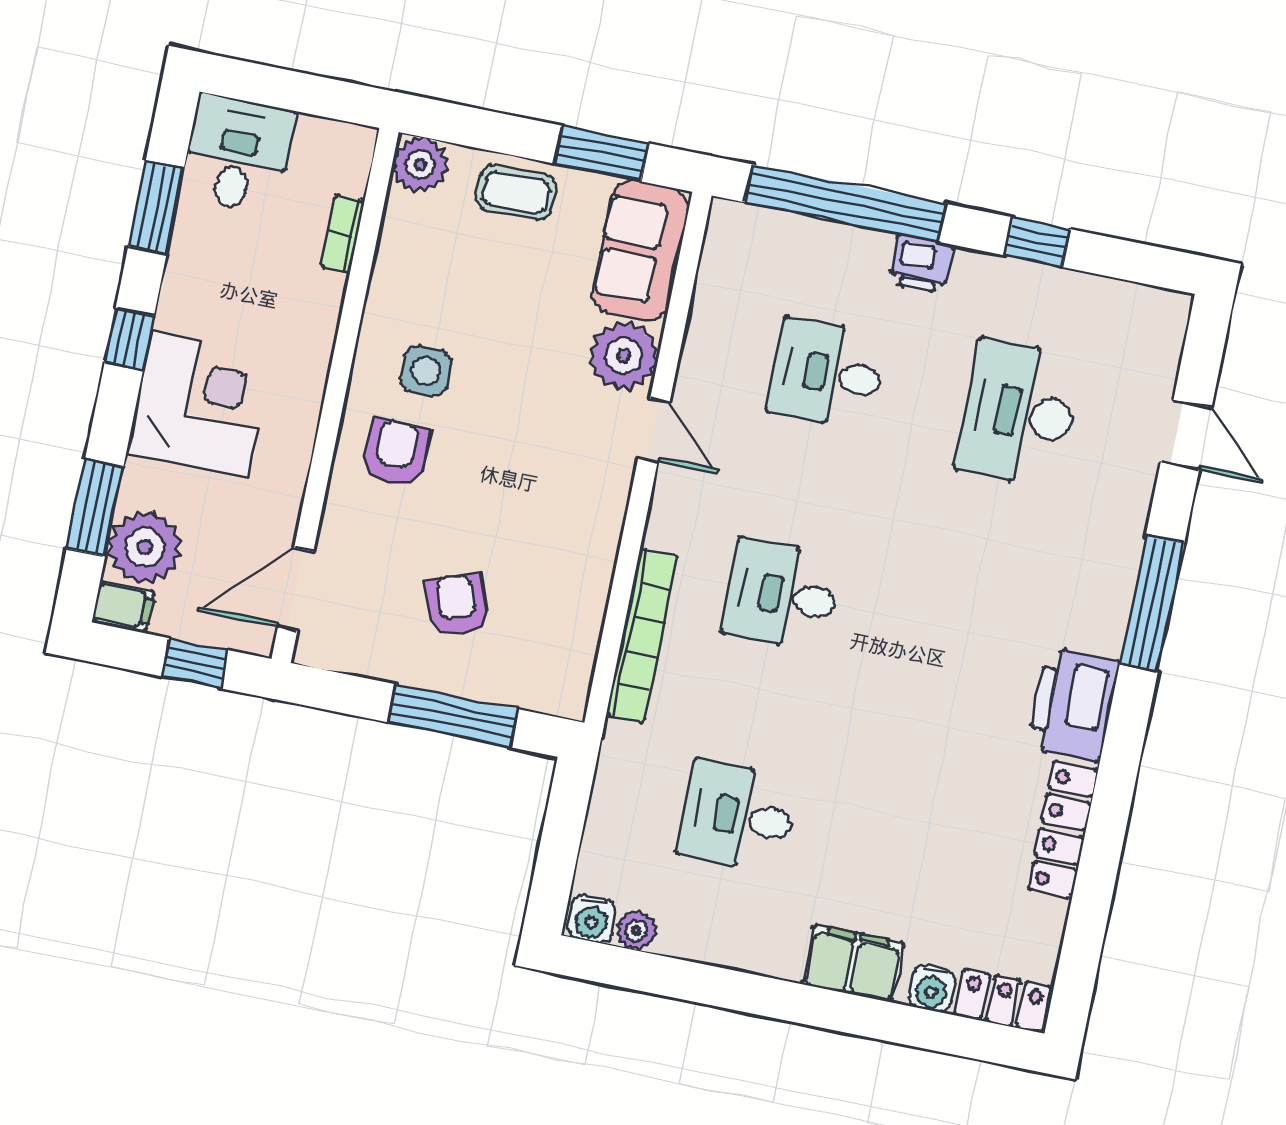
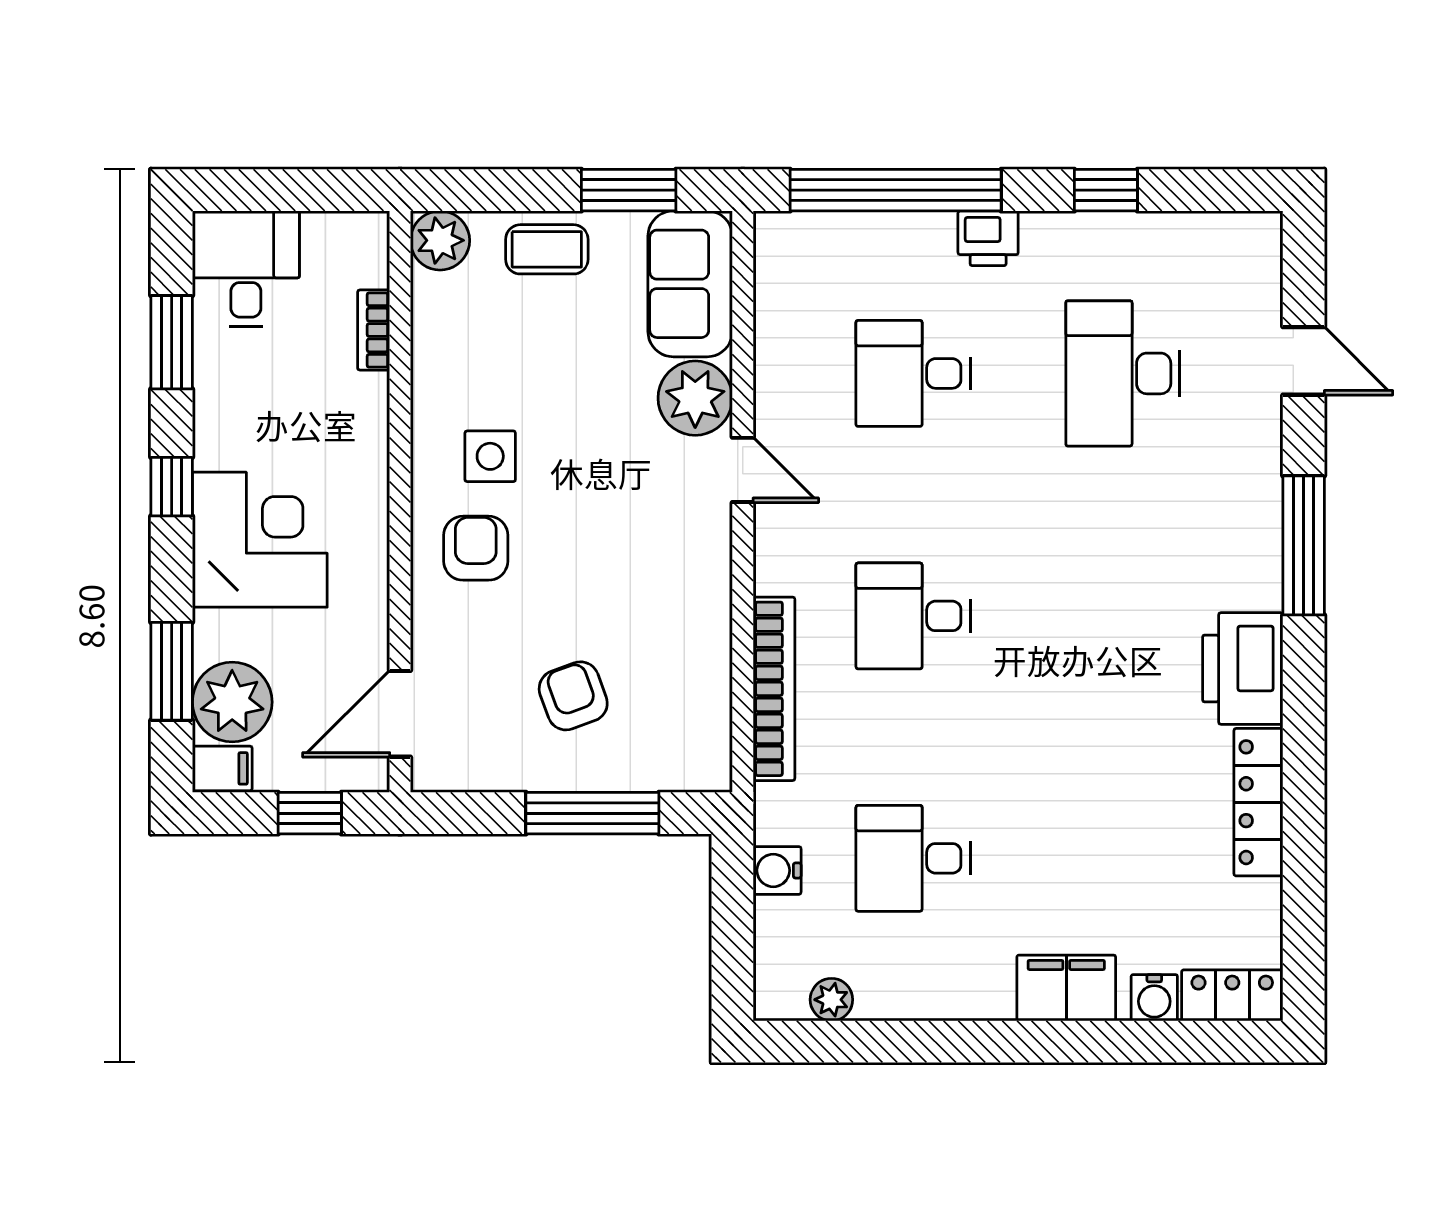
water cooler: (592, 919) -> (777, 870), moved, turned 90

